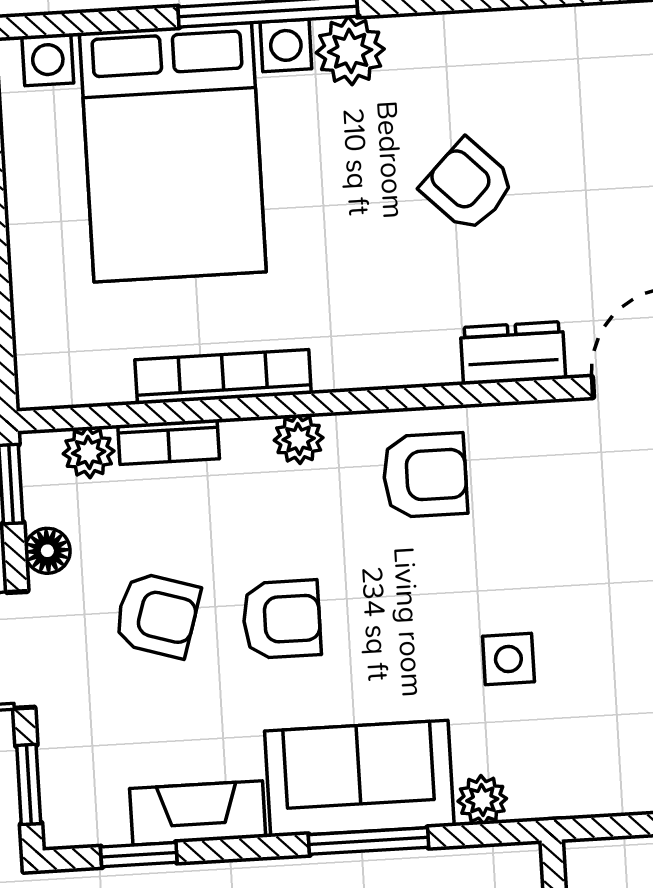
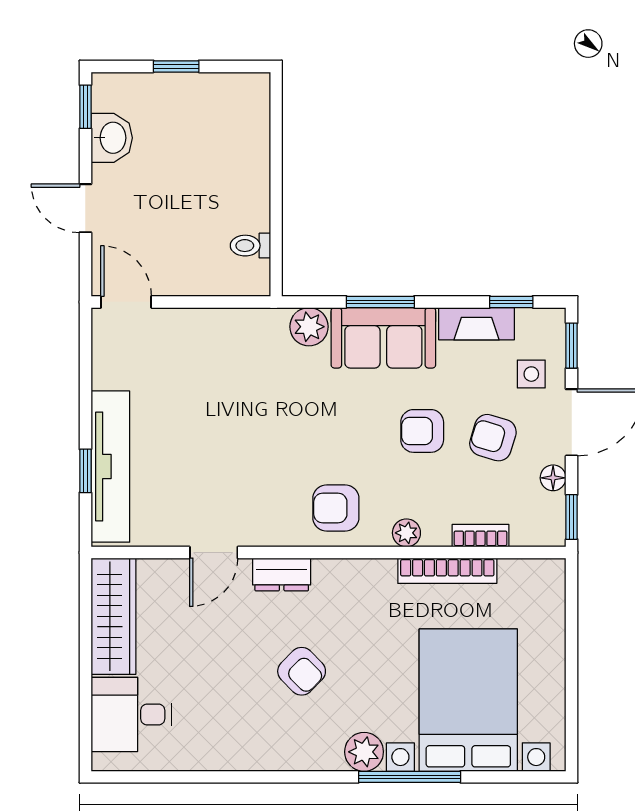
plant: (89, 452) -> (526, 532), removed
side table: (508, 659) -> (531, 374), moved
plant: (482, 800) -> (309, 327), width x1.38, depth x1.38

